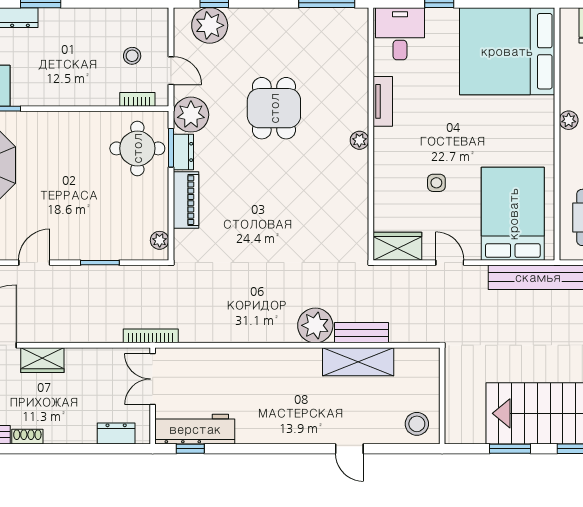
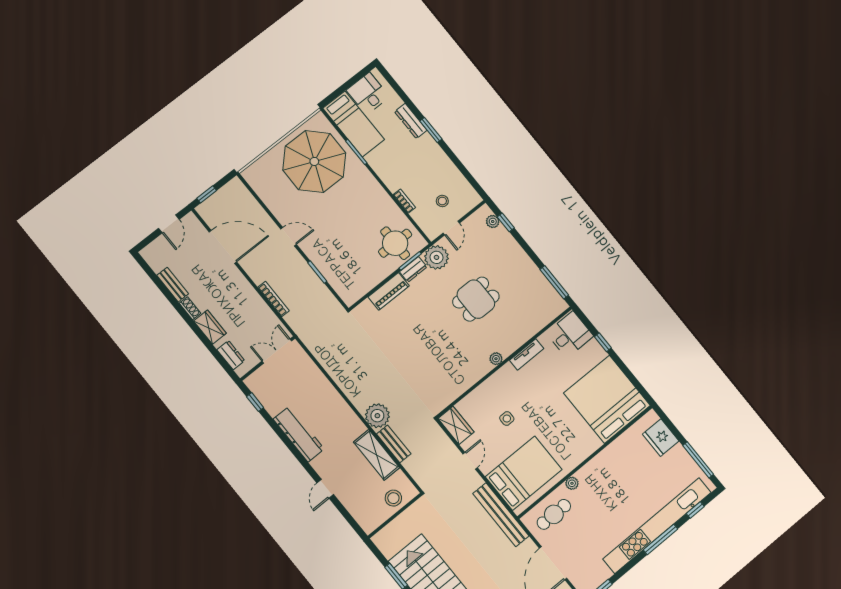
plant: (210, 25) -> (493, 221), width x0.53, depth x0.53
bookcase: (137, 99) -> (404, 201), moved
plant: (569, 120) -> (572, 483), moved
plant: (160, 240) -> (355, 295), removed
bookcase: (151, 336) -> (273, 299), moved
wardrobe: (42, 360) -> (210, 327), moved, turned 180
stool: (417, 424) -> (393, 498), moved
workbench: (195, 429) -> (299, 434), moved

